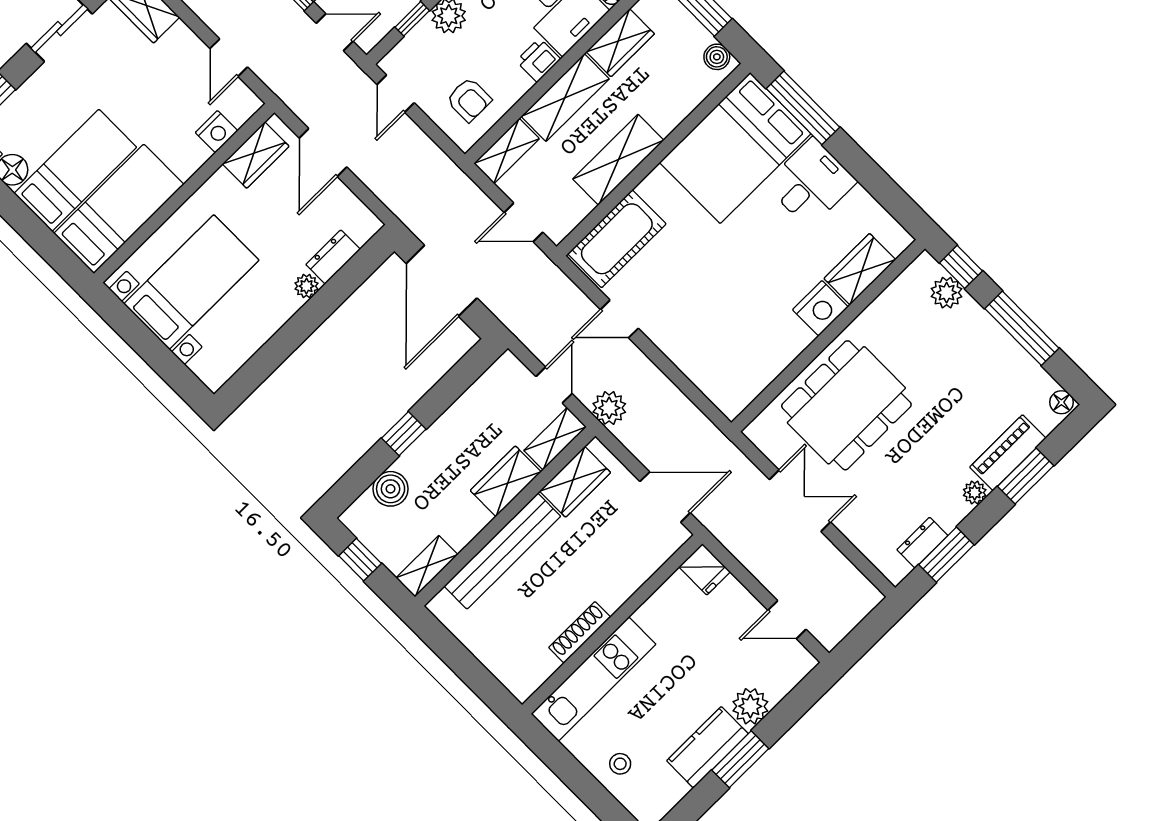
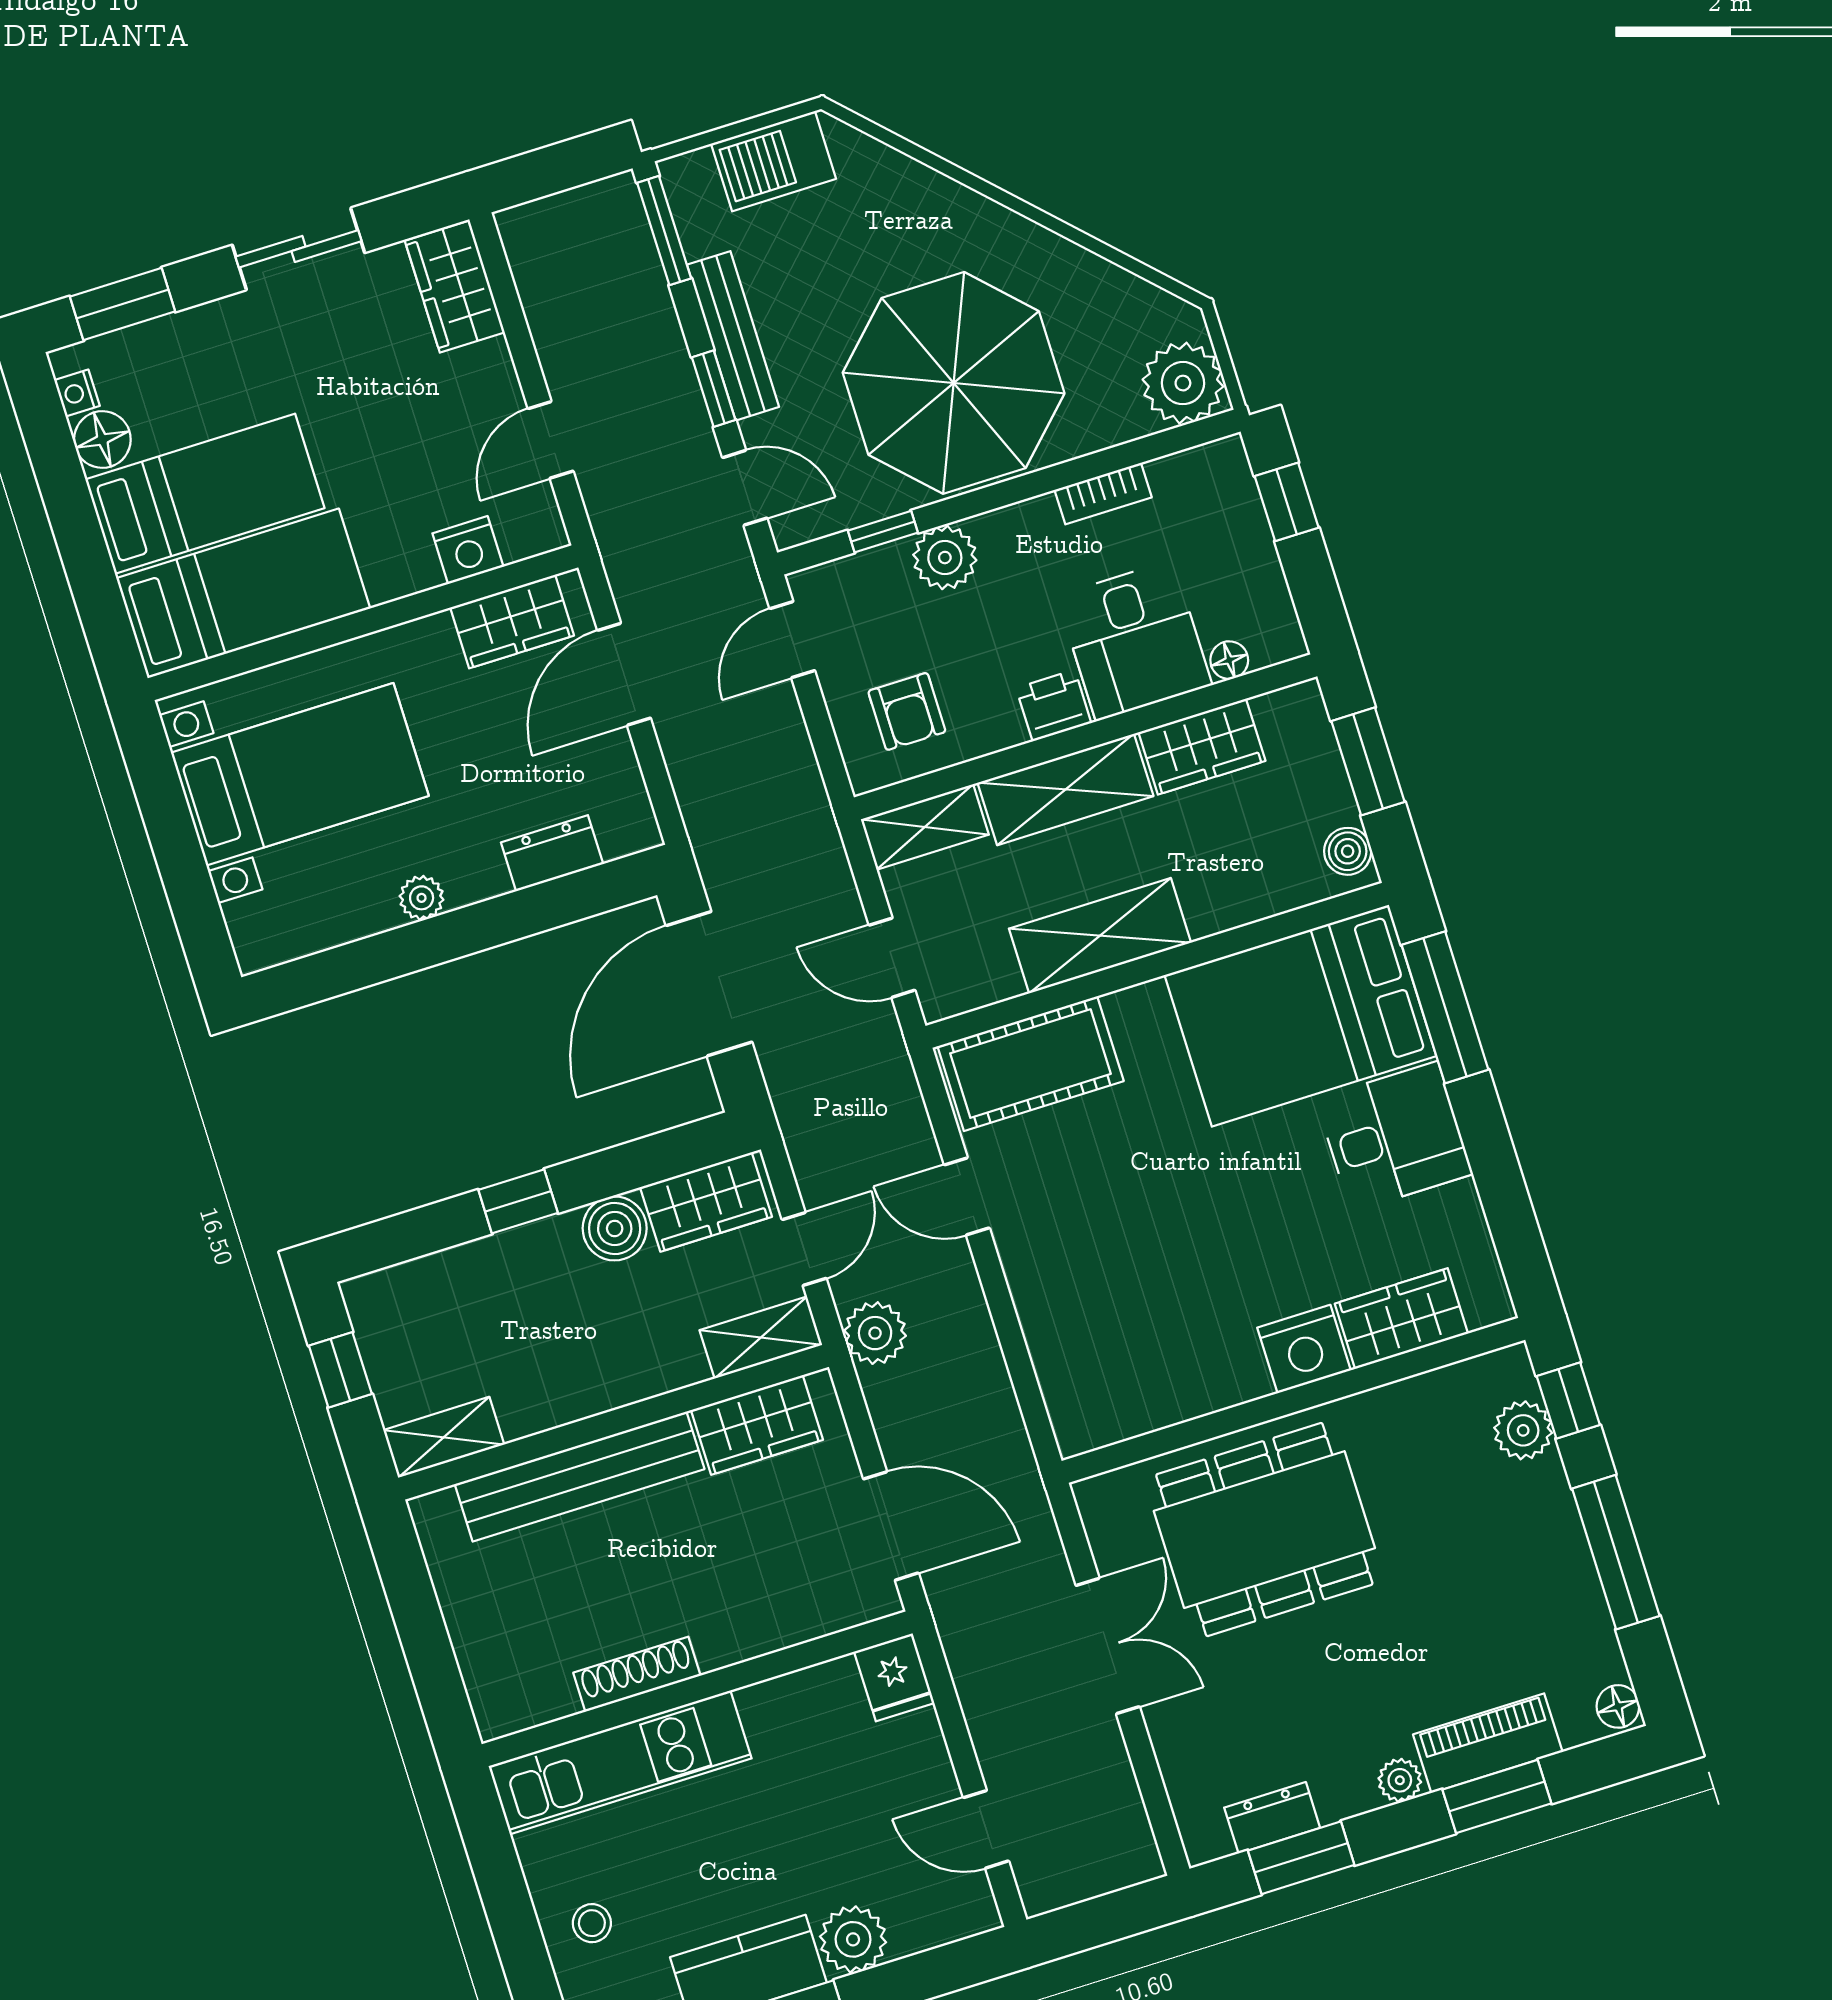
plant: (306, 286) -> (422, 898), moved
wardrobe: (506, 481) -> (706, 1202), moved, turned 180
boiler: (391, 489) -> (615, 1228), moved

